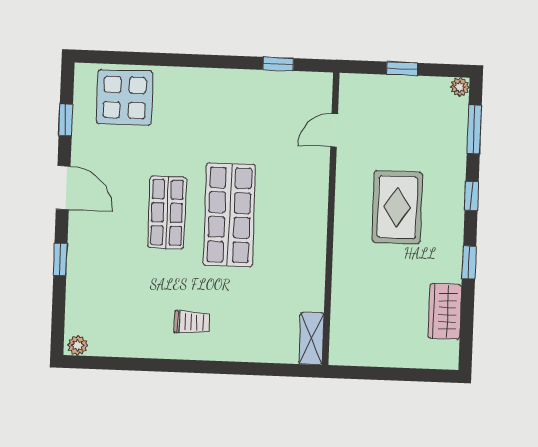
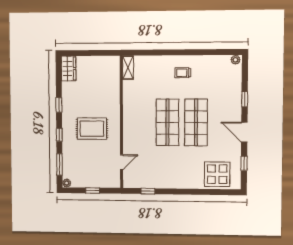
rug: (397, 207) -> (92, 129), turned 90
shop shelf: (167, 213) -> (196, 122), width x1.43, depth x1.36
wardrobe: (445, 311) -> (69, 69), moved

